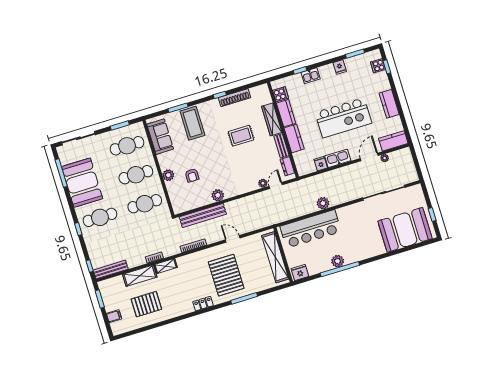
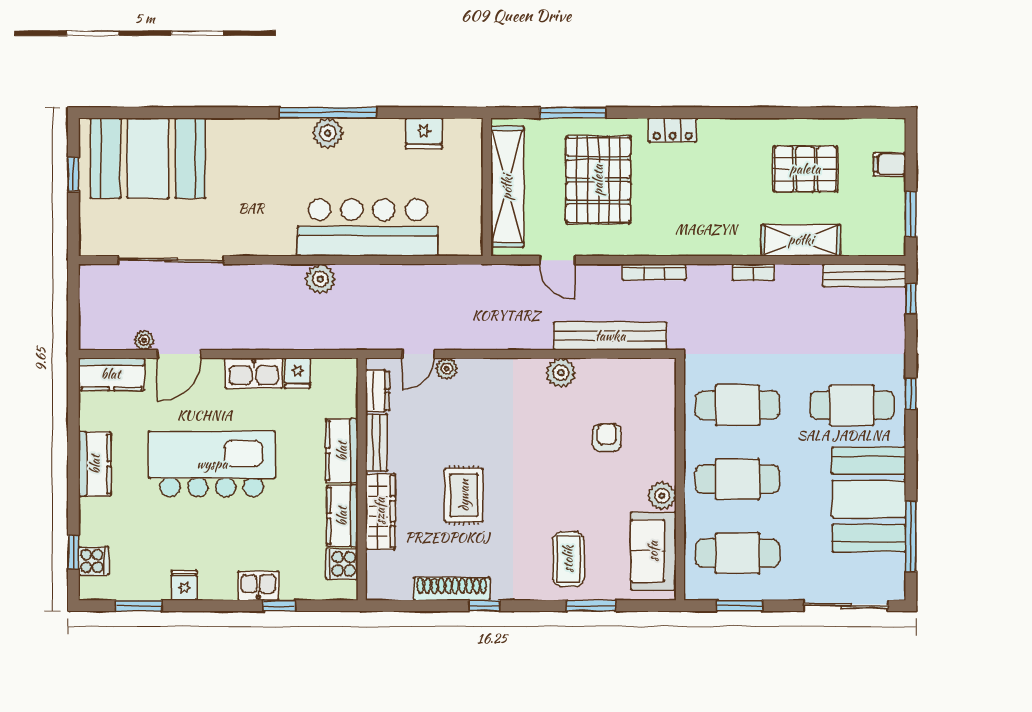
coffee table: (192, 123) -> (568, 559), width x0.73, depth x0.76
rug: (241, 136) -> (464, 495), turned 90
plant: (168, 175) -> (662, 496), moved
wall: (283, 255) -> (487, 187), moved
shelving: (275, 257) -> (507, 187), moved
shelving: (166, 266) -> (733, 244), removed

